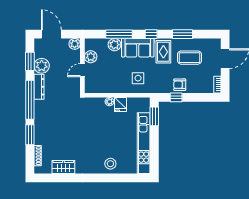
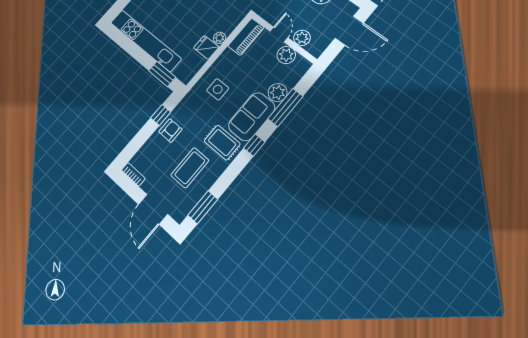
window: (183, 34) -> (203, 207), moved
plant: (75, 44) -> (302, 38), moved
piano: (98, 87) -> (246, 37), added

